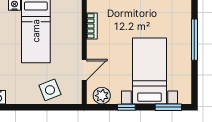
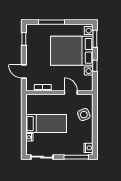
bed with nightstands: (150, 71) -> (72, 51), width x1.36
plant: (102, 96) -> (87, 81), removed

